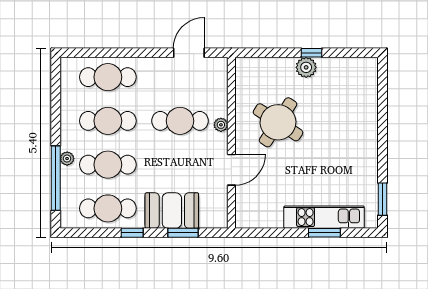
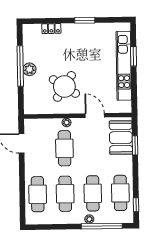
window: (311, 53) -> (20, 66), width x3.17
locker: (370, 103) -> (51, 29), added
window: (382, 199) -> (85, 20), moved
booth: (172, 211) -> (121, 138), moved
kitchen unit: (324, 217) -> (124, 66), width x1.36
window: (132, 233) -> (136, 205), moved

